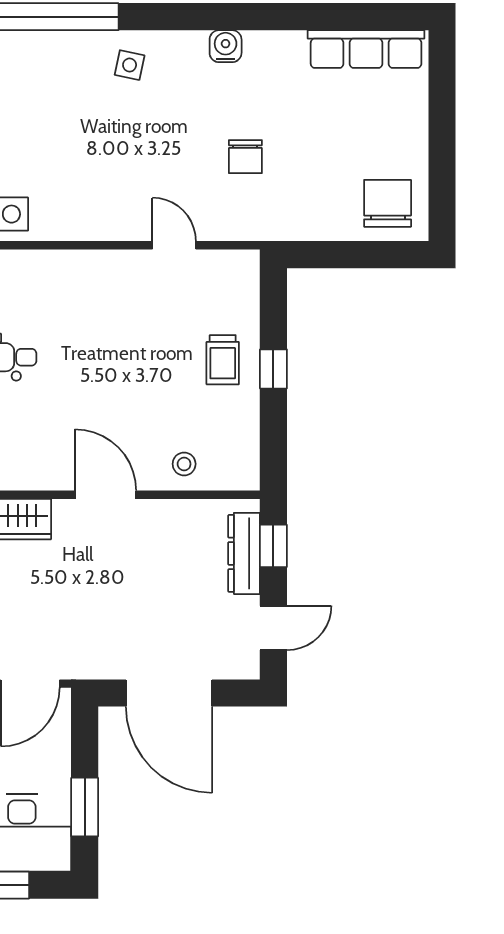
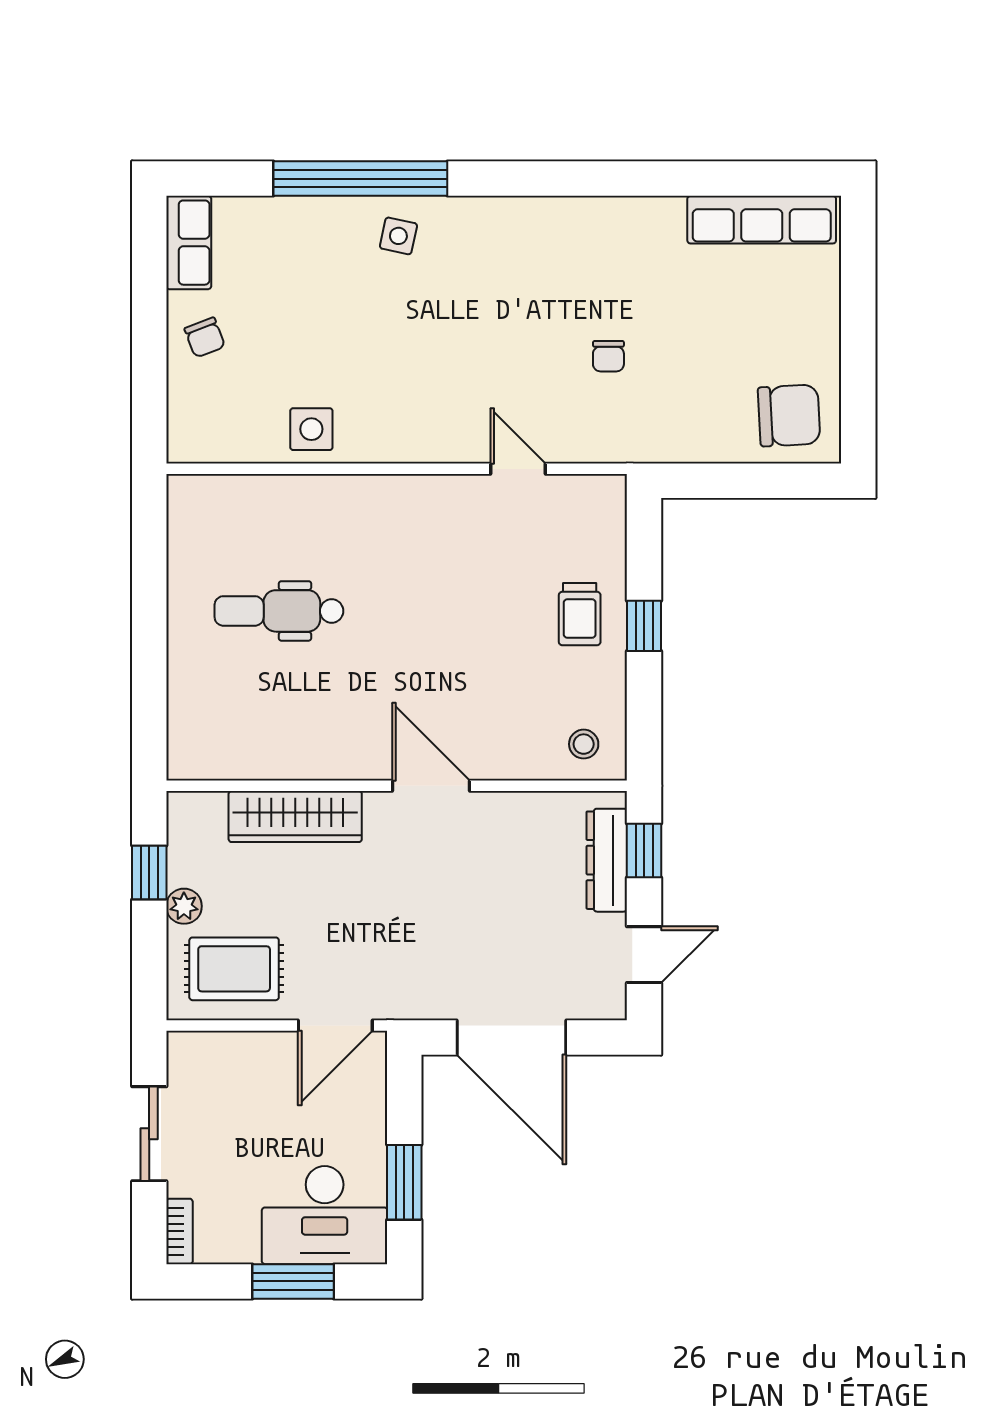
water cooler: (226, 46) -> (583, 216), removed
side table: (130, 65) -> (398, 236), moved
chair: (245, 157) -> (608, 356), width x0.73, depth x0.73
chair: (388, 203) -> (789, 415), turned 87
stool: (184, 464) -> (584, 744), moved

